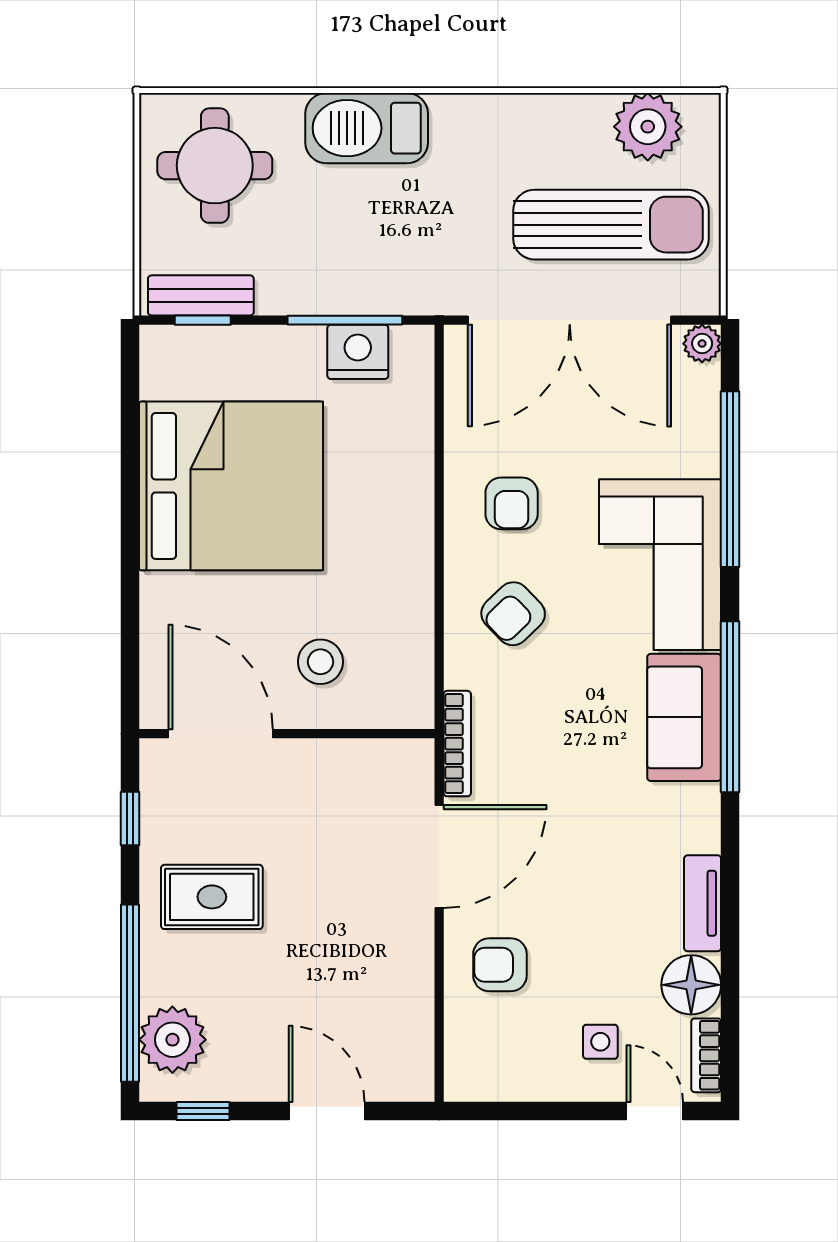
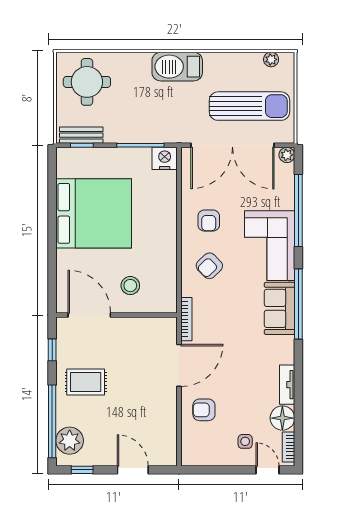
plant: (648, 127) -> (271, 59), width x0.53, depth x0.53
barbecue: (367, 128) -> (177, 67), moved
nightstand: (358, 352) -> (165, 158), moved

